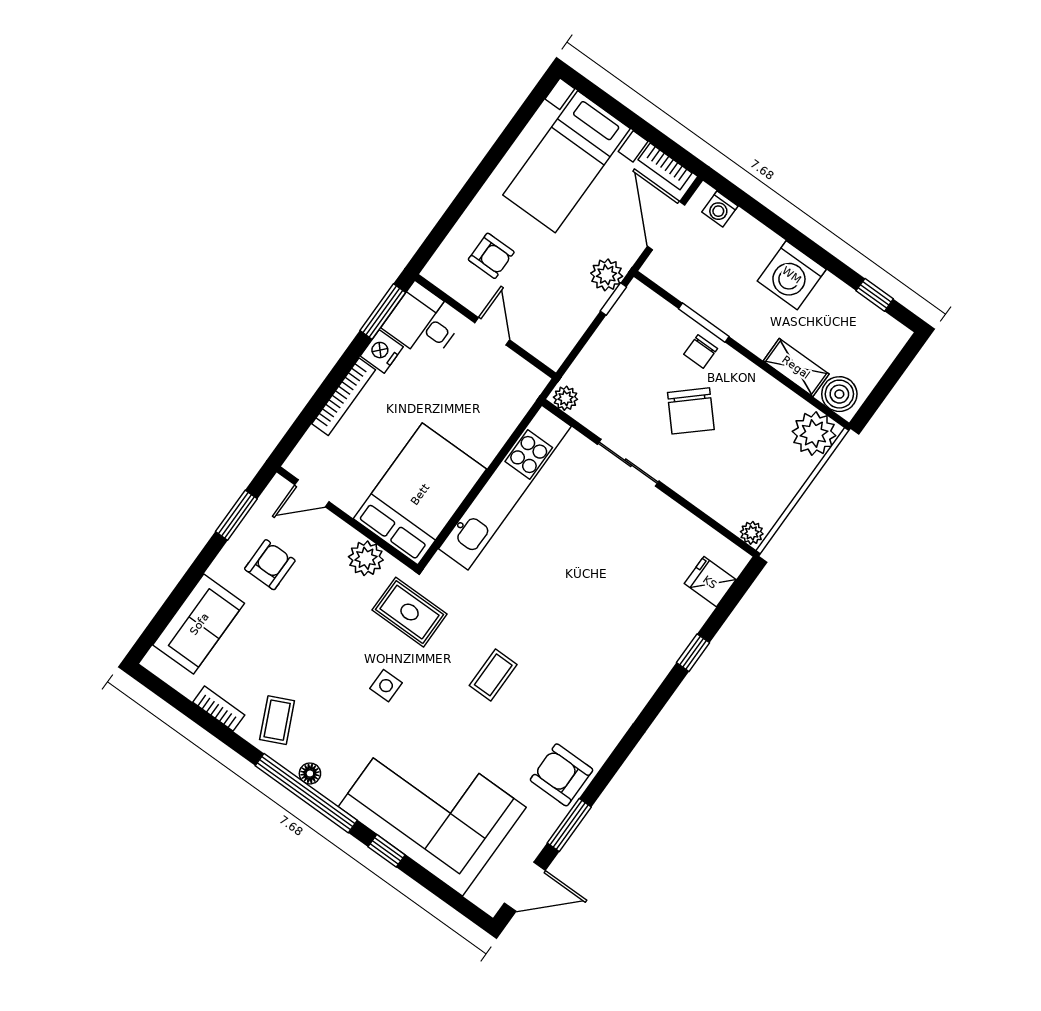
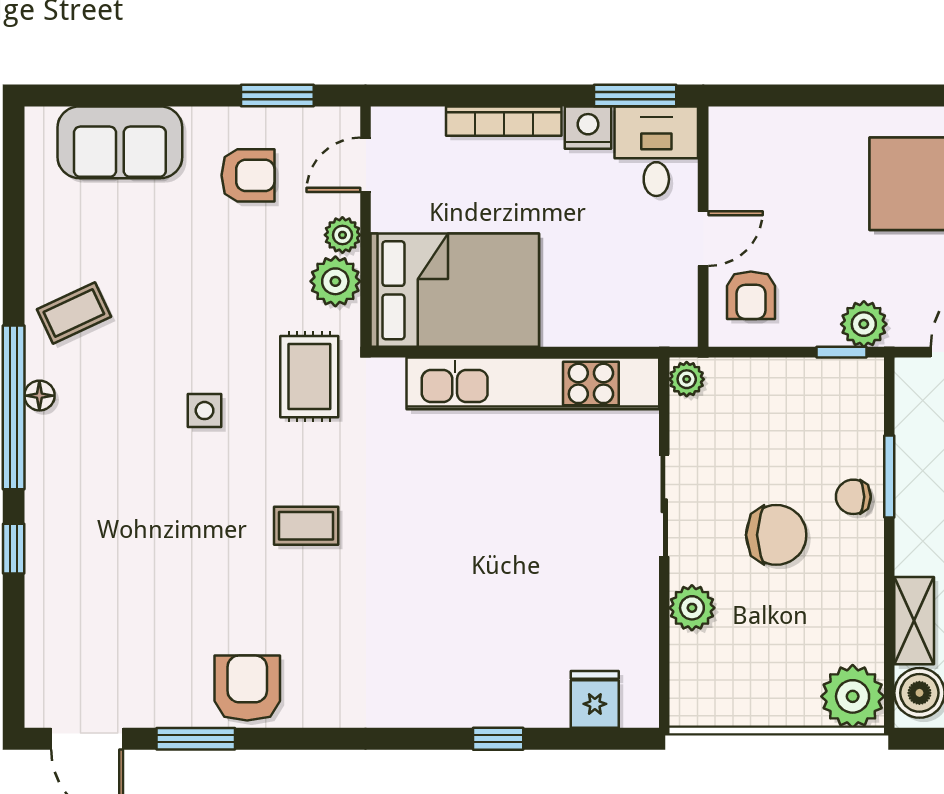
armchair: (491, 256) -> (751, 295), moved
chair: (691, 411) -> (776, 535), turned -138
door: (312, 493) -> (366, 165), hinge flipped
plant: (752, 533) -> (692, 608), moved, width x1.38, depth x1.38
plant: (342, 535) -> (342, 235), added
bookcase: (219, 709) -> (39, 236), removed
corner sofa: (432, 807) -> (102, 565), removed

